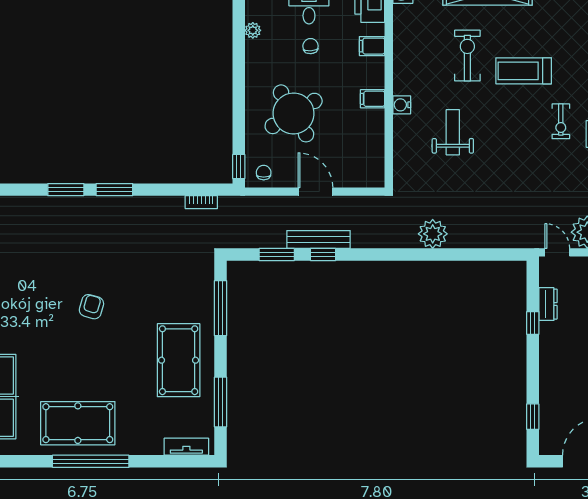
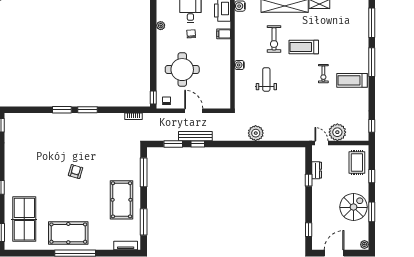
exercise bike: (467, 56) -> (274, 39), turned 180
filing cabinet: (373, 99) -> (224, 62), removed
round table: (294, 113) -> (182, 70), turned 31

